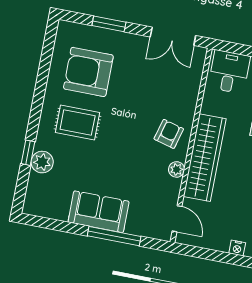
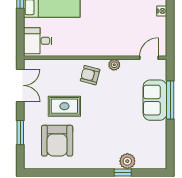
rug: (78, 123) -> (64, 106), moved, turned 90
wardrobe: (205, 158) -> (102, 46), removed
sofa: (99, 212) -> (155, 100), moved

